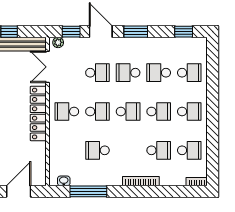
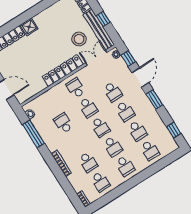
stool: (14, 73) -> (79, 39), added
school desk: (128, 73) -> (125, 111), turned 180
school desk: (159, 73) -> (138, 131), turned 180

